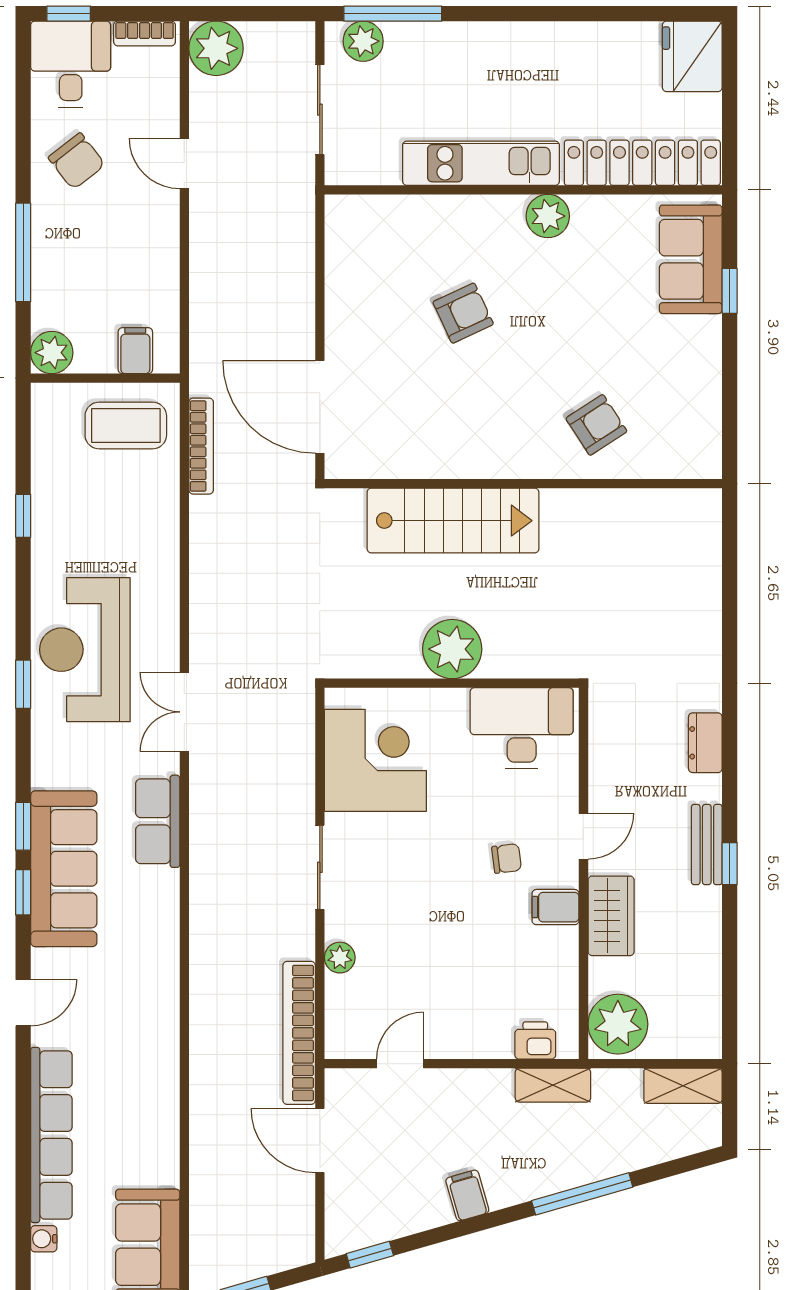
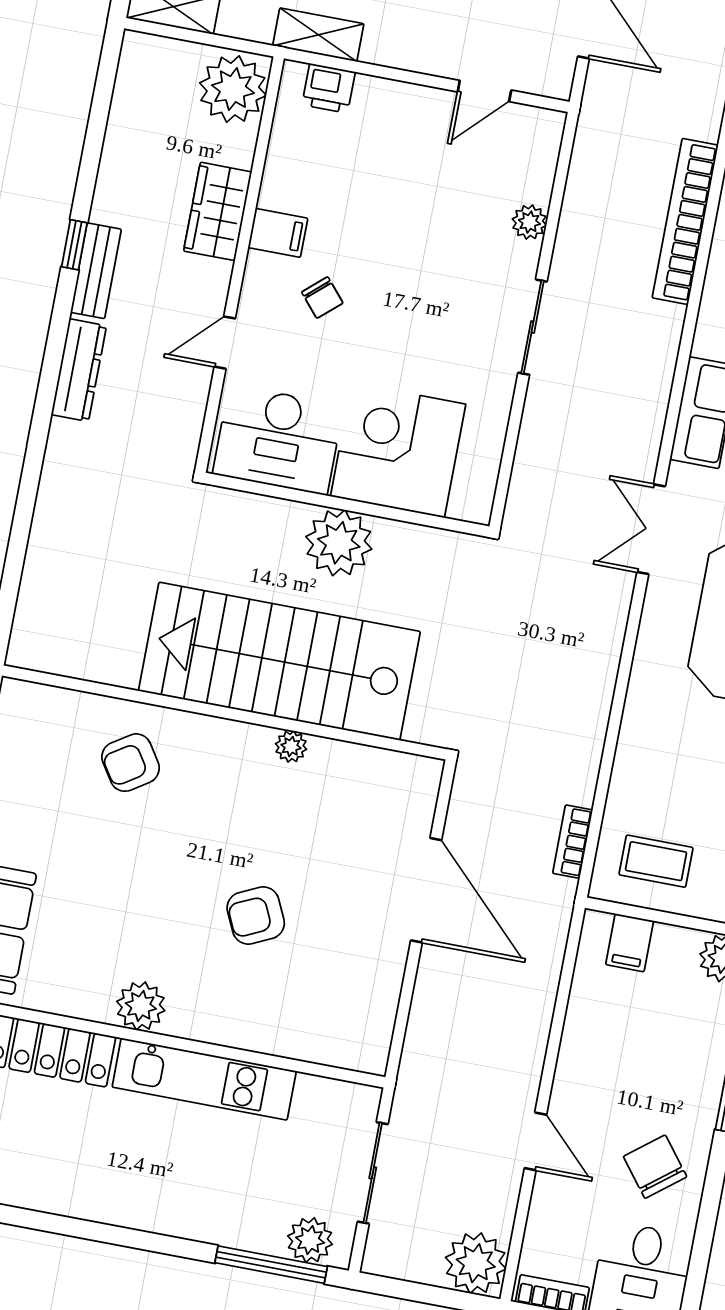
door: (320, 407) -> (426, 890), moved
coffee table: (126, 425) -> (656, 861), width x0.73, depth x0.77
bookcase: (201, 446) -> (573, 842), width x0.64
plant: (460, 465) -> (291, 746), added
stairs: (453, 521) -> (279, 661), width x1.36, depth x1.51
double door: (184, 712) -> (651, 529), swing flipped
dresser: (705, 743) -> (79, 370), width x1.44
corner desk: (375, 760) -> (398, 450), moved, turned 90
door: (583, 836) -> (225, 343), moved
chair: (507, 858) -> (322, 298), turned -124
bookcase: (299, 1033) -> (685, 221), moved, turned 180

